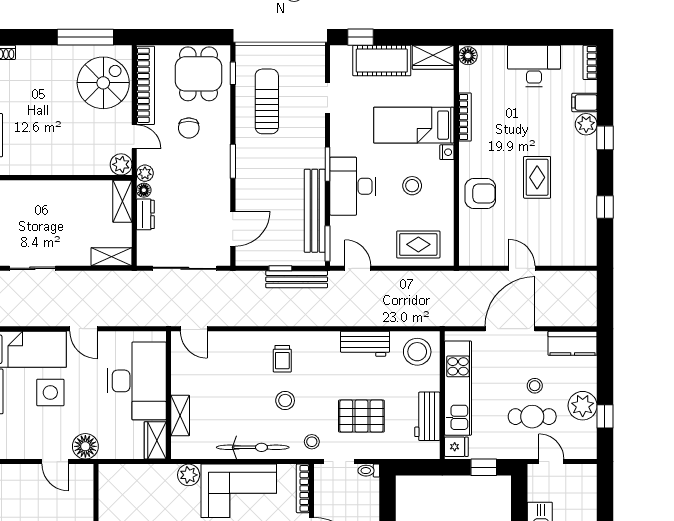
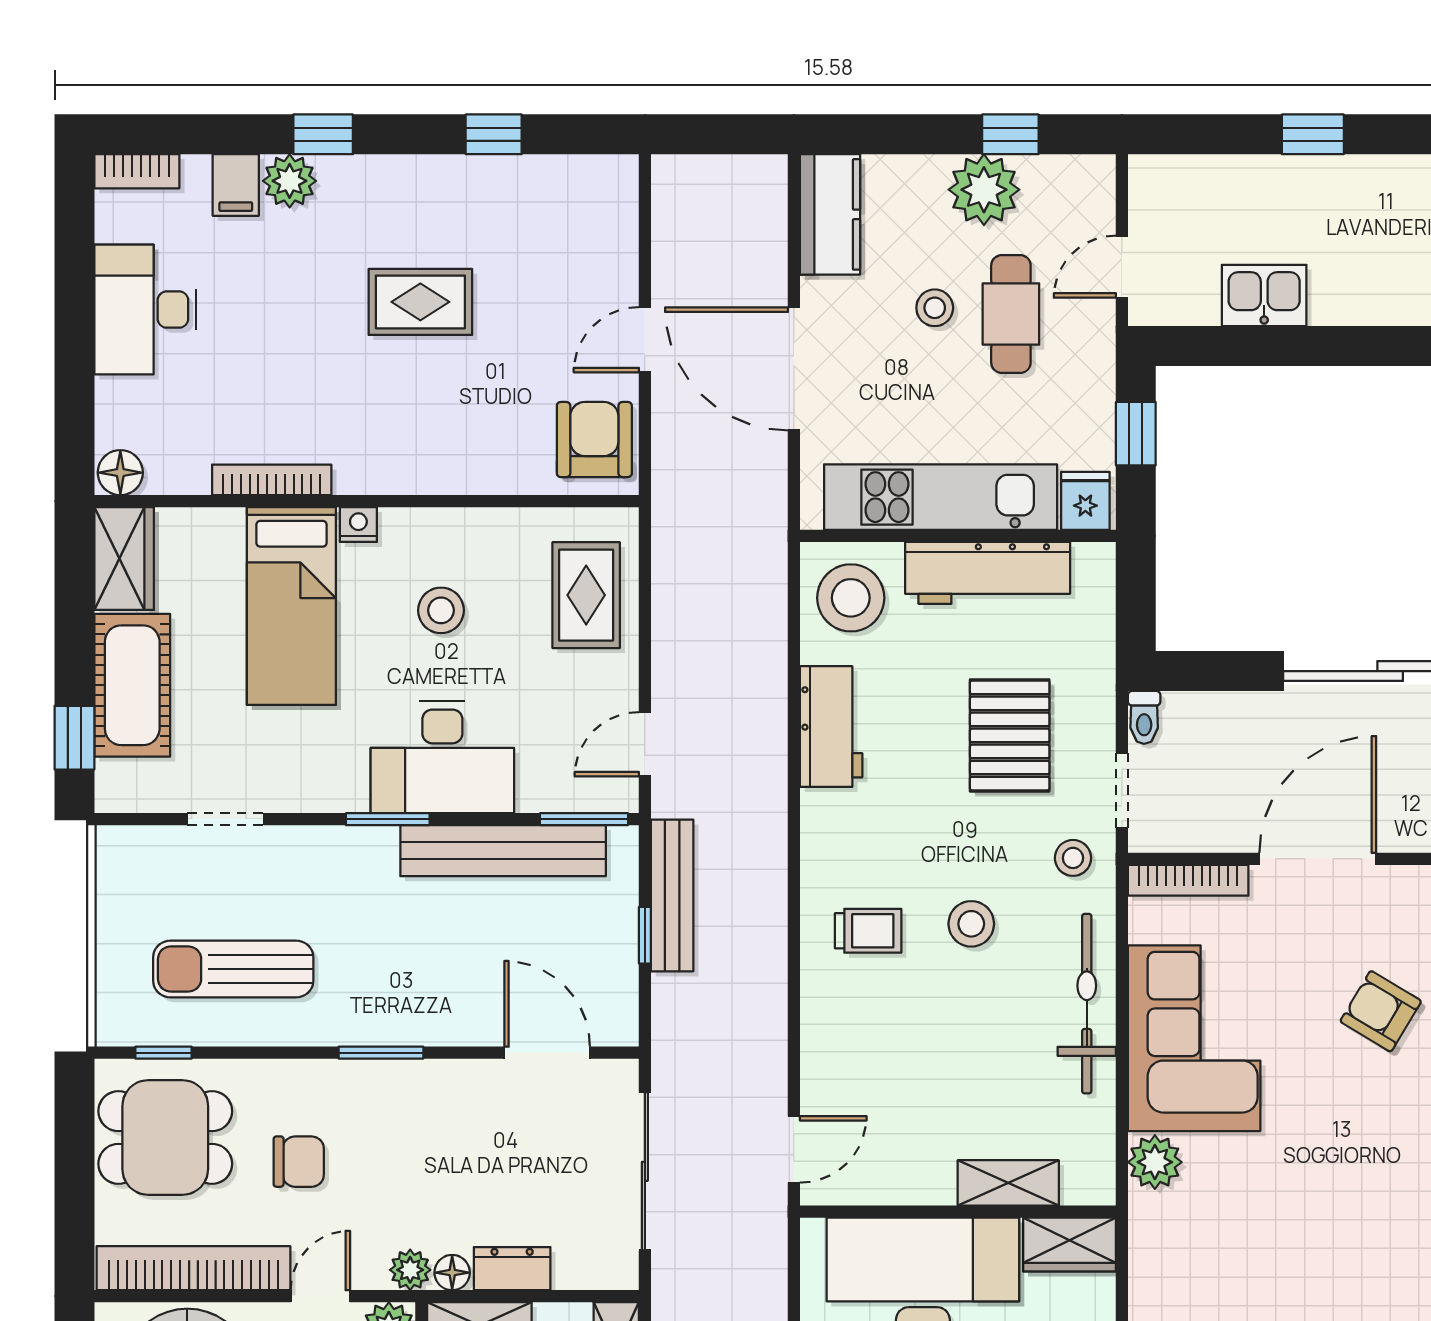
armchair: (480, 194) -> (594, 440), moved
workbench: (427, 416) -> (988, 573), width x1.37

